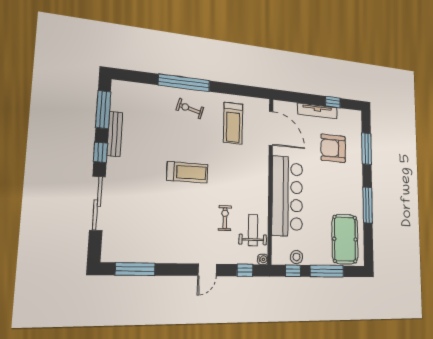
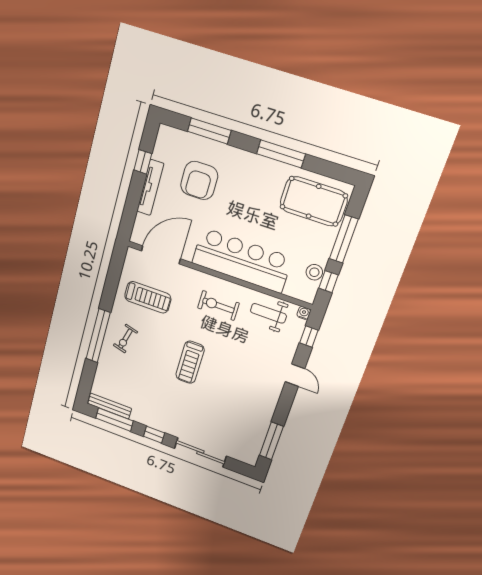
bench: (115, 134) -> (110, 406), moved
treadmill: (187, 172) -> (190, 362), turned 180
exercise bike: (225, 218) -> (218, 305), moved, width x1.38, depth x1.39

